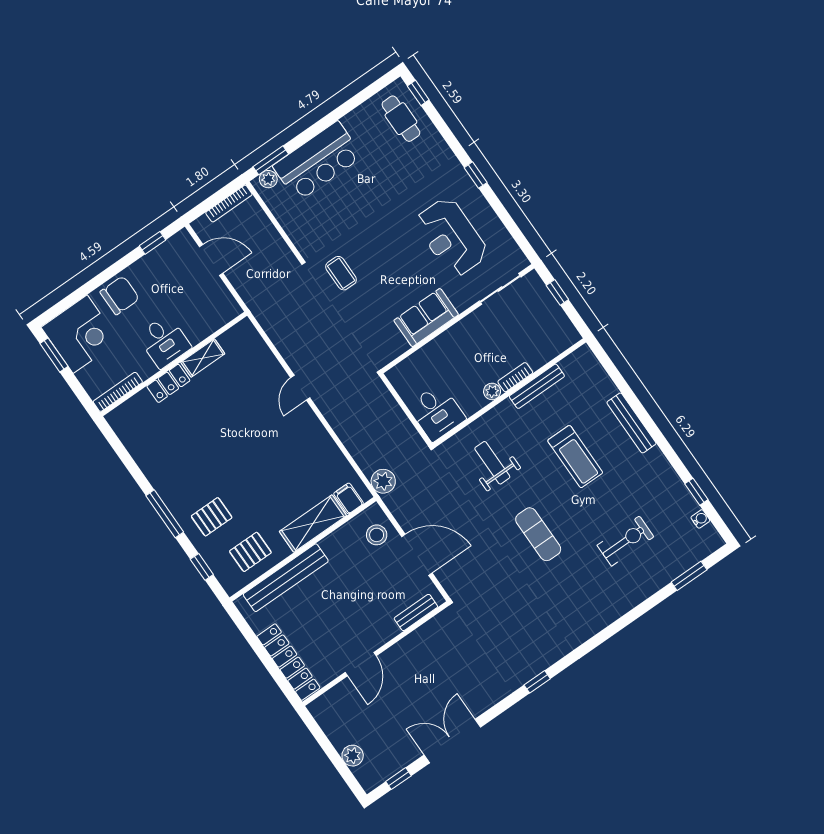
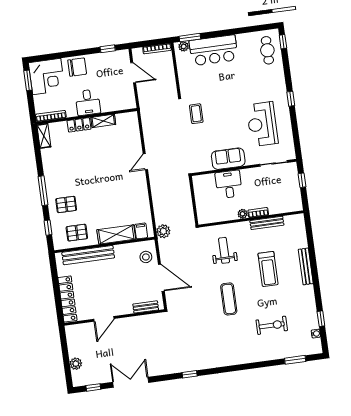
desk: (437, 412) -> (229, 184), moved, turned 180
shelving: (123, 428) -> (44, 136), added

